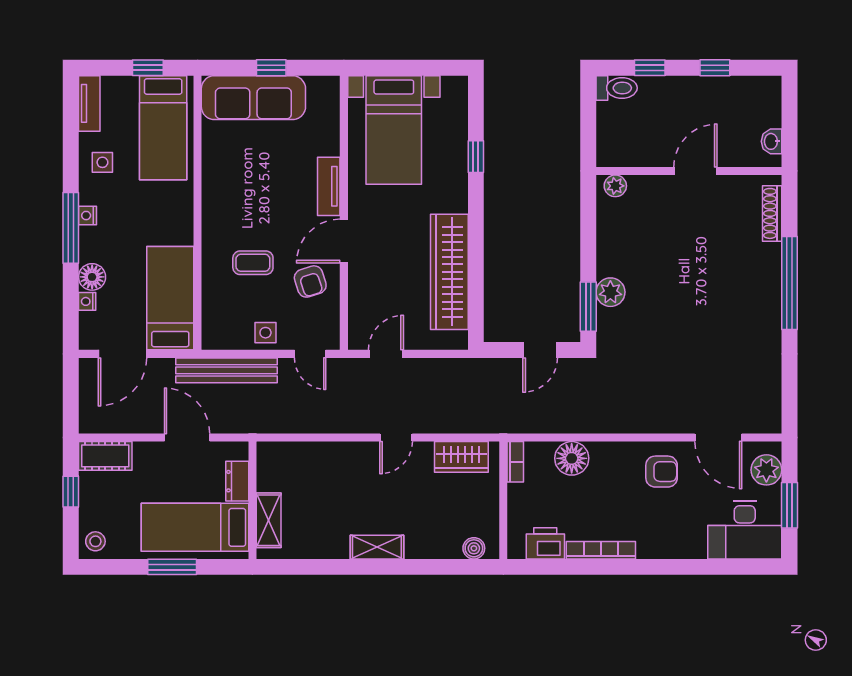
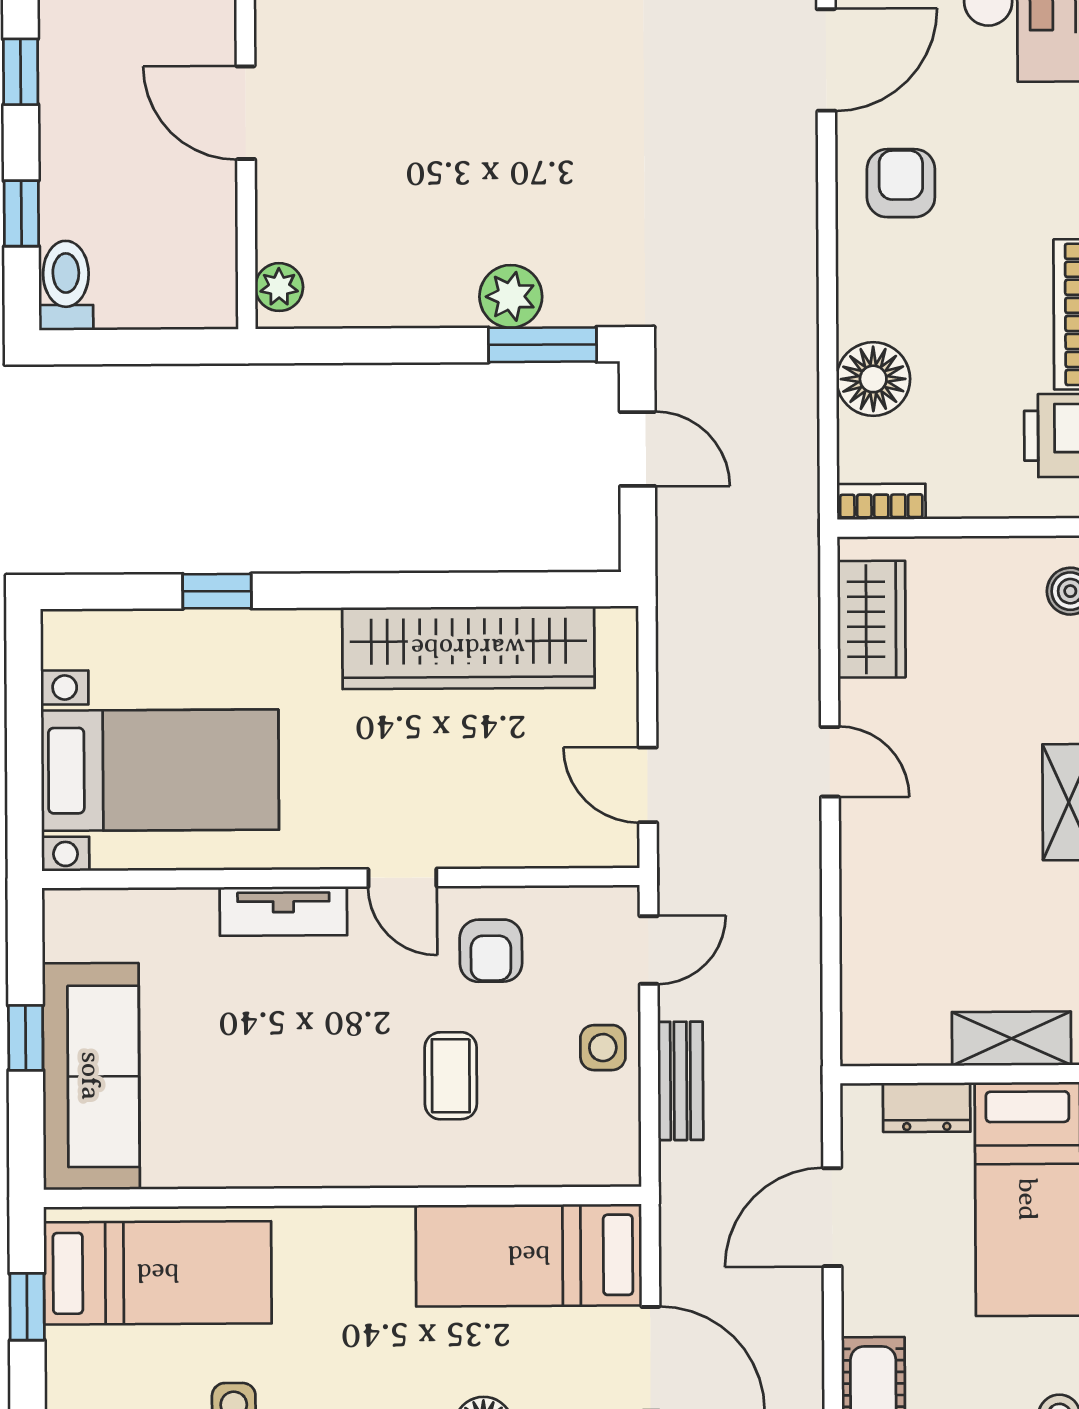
door: (344, 241) -> (402, 878), width x0.73
armchair: (310, 281) -> (491, 951), turned 108
bench: (227, 370) -> (680, 1081), width x0.54, depth x0.82

